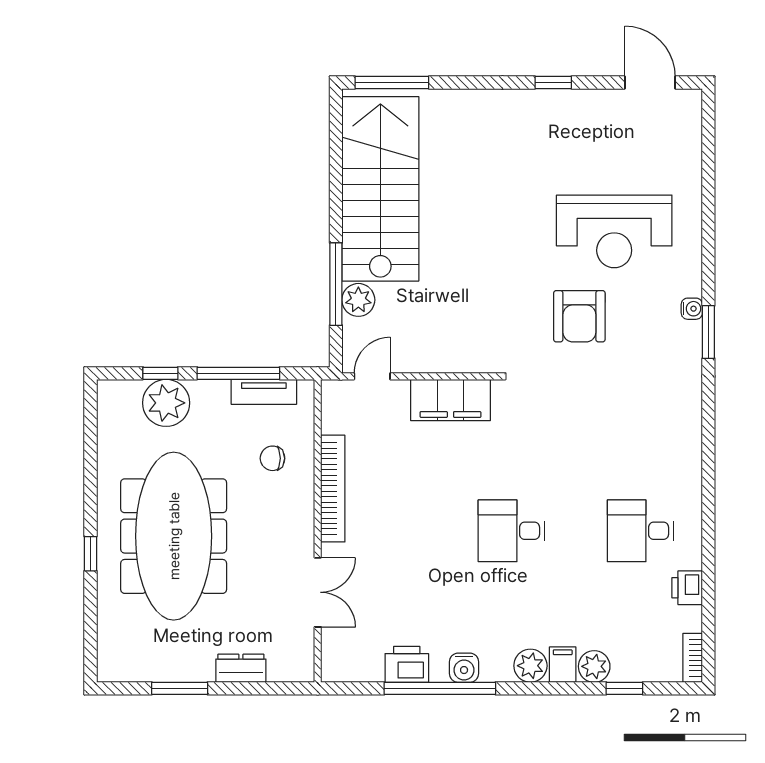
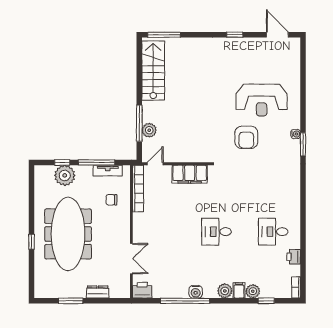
stairs: (380, 189) -> (153, 71), width x0.73, depth x0.66
bookcase: (333, 489) -> (138, 189), moved
printer: (407, 664) -> (142, 290), moved

